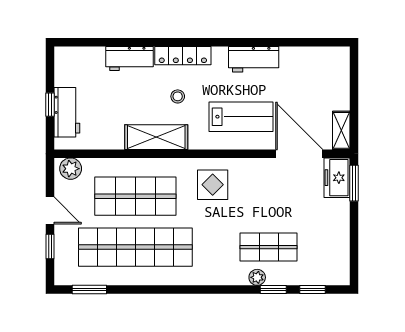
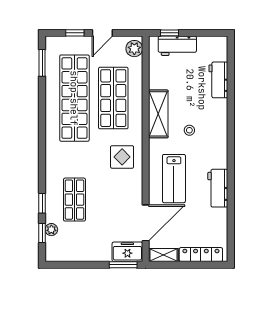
locker: (183, 56) -> (201, 255), moved, turned 90
workbench: (130, 59) -> (218, 80), moved
window: (50, 105) -> (169, 33), moved
plant: (257, 277) -> (51, 230), moved

